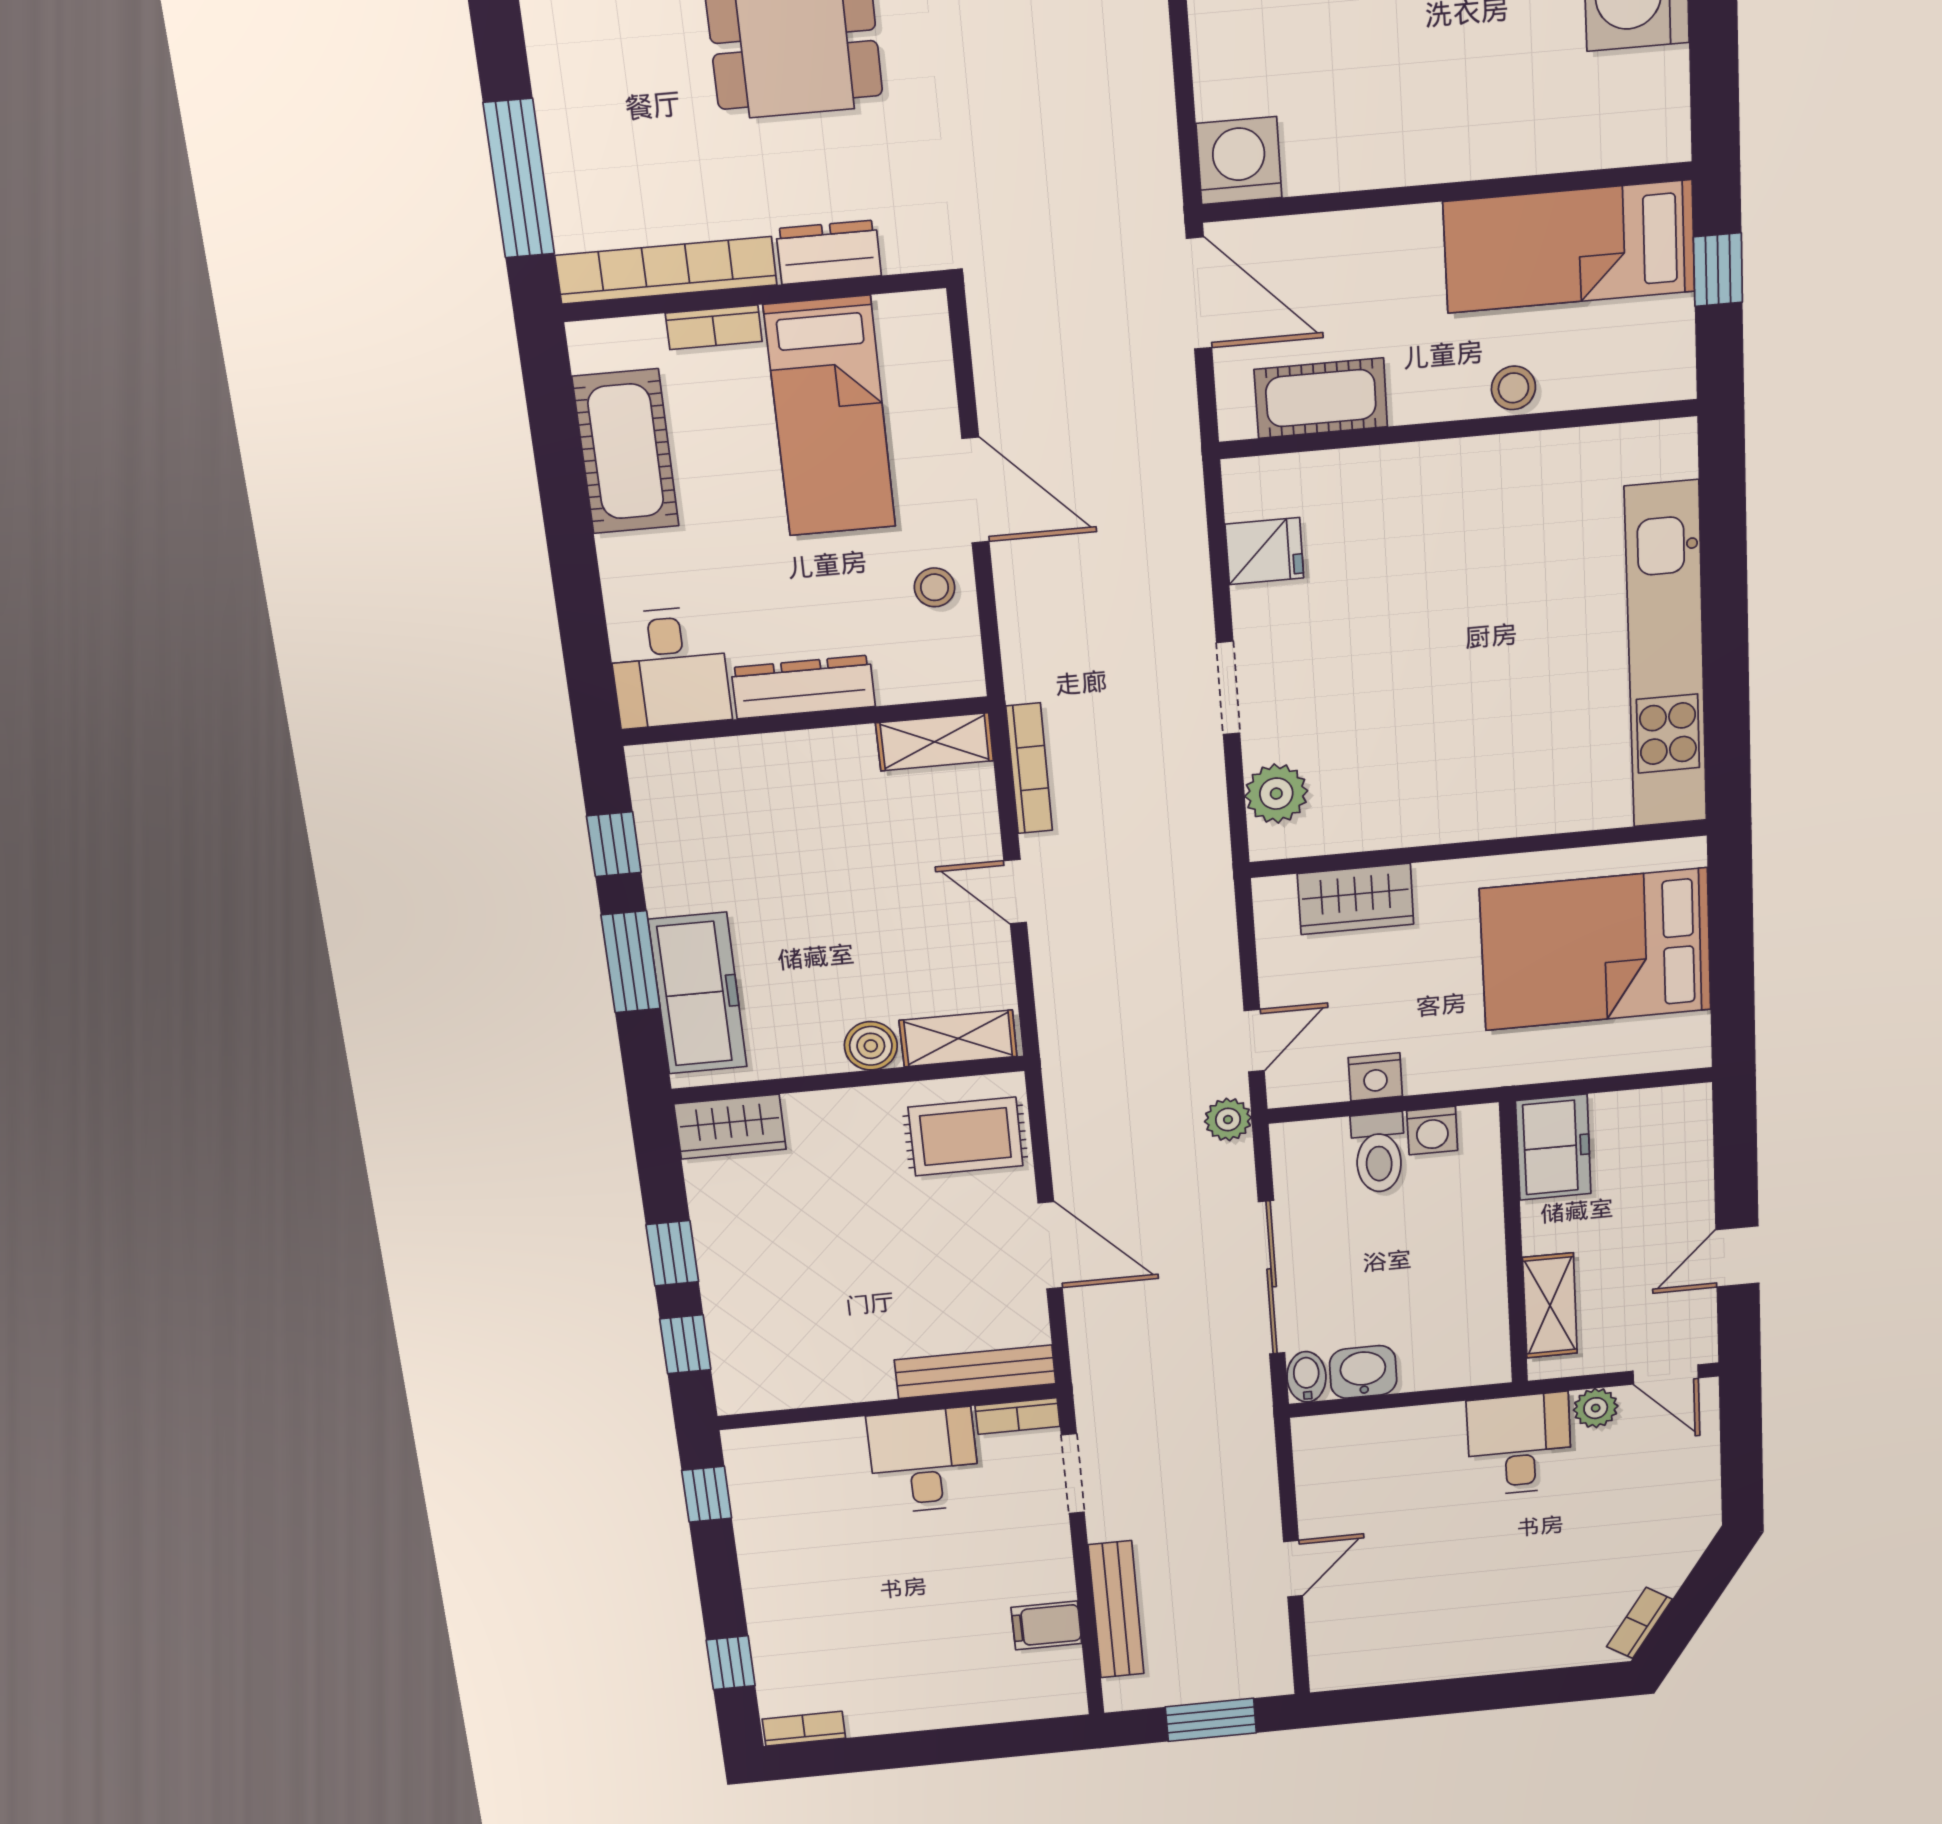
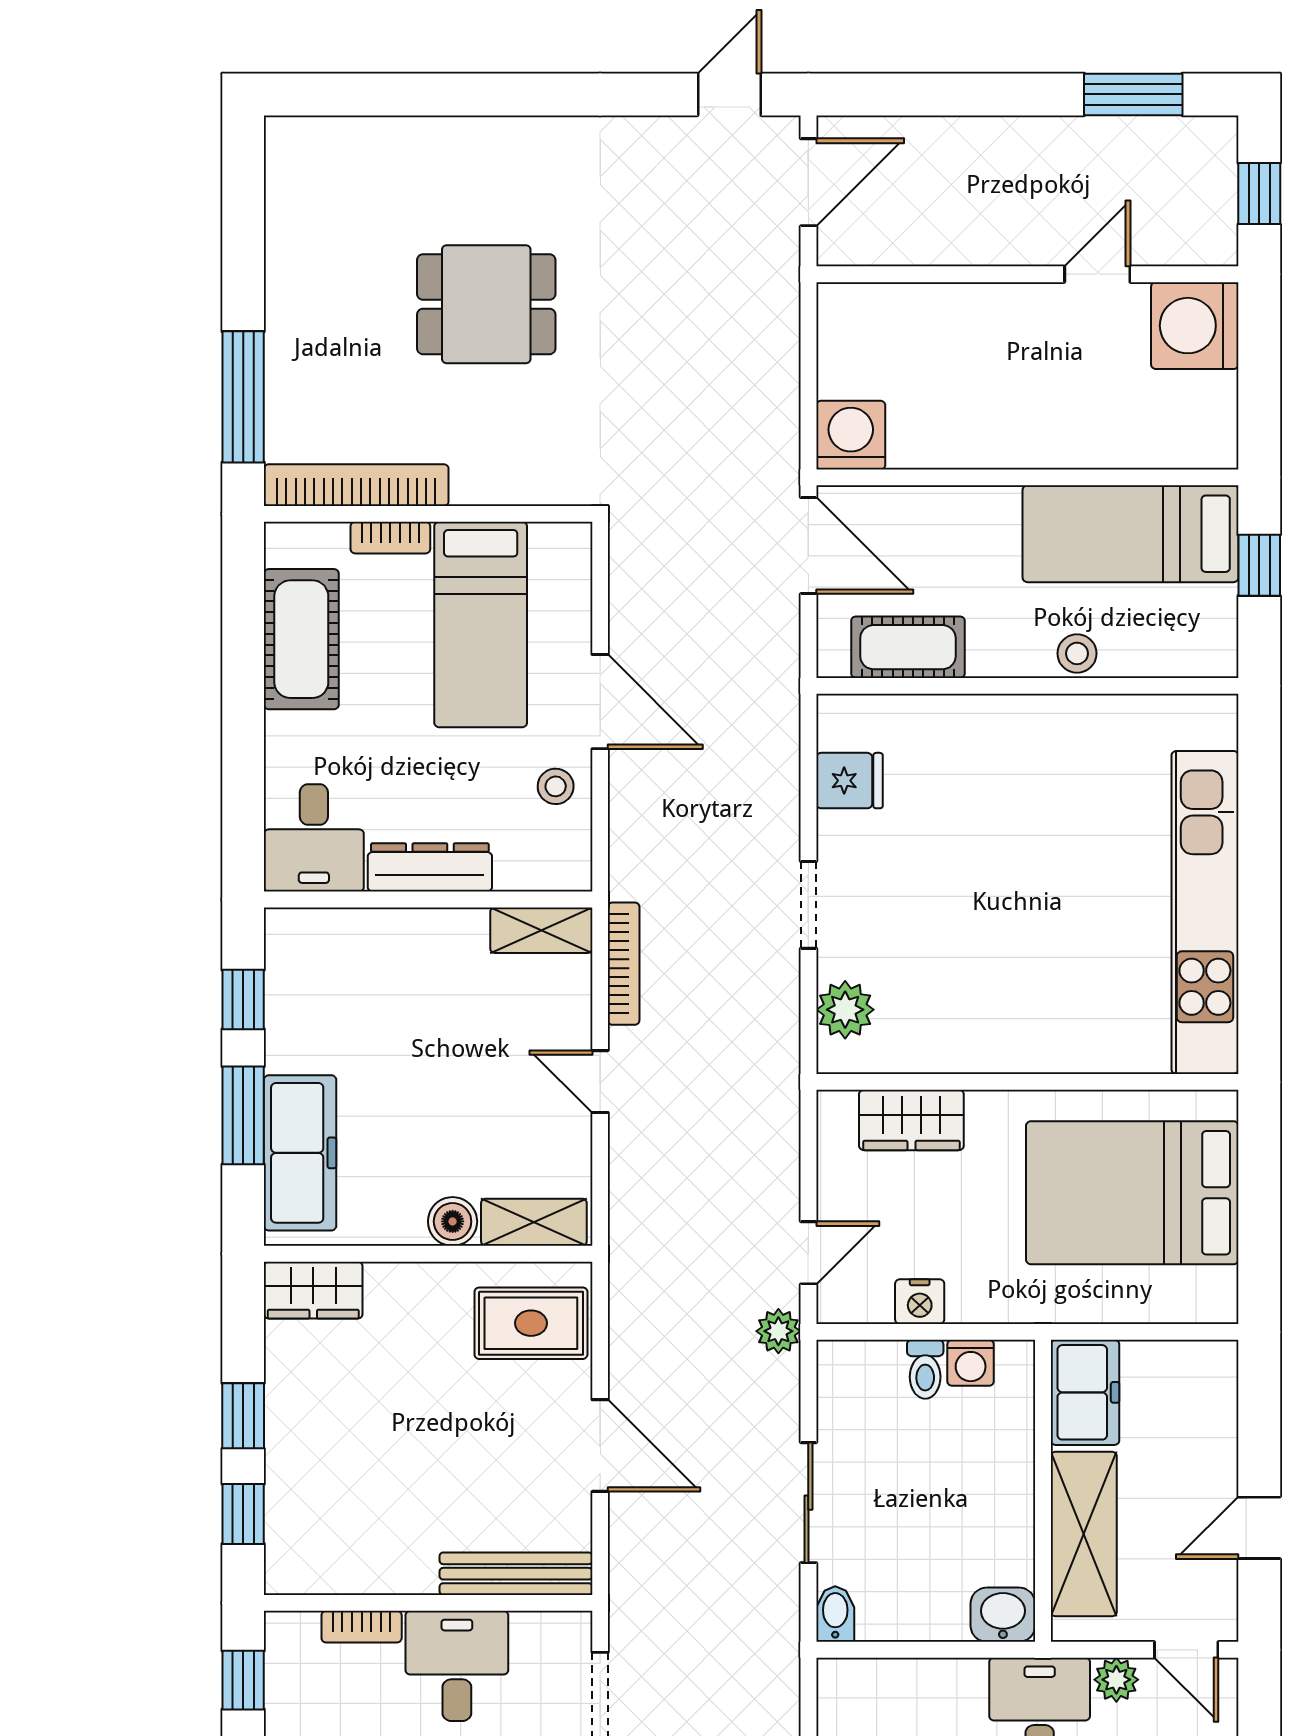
dresser: (829, 252) -> (495, 482), removed
toilet: (1379, 1153) -> (925, 1369), width x0.73, depth x0.72
sliding door: (1272, 1278) -> (808, 1503), width x0.73
shelving: (1550, 1305) -> (1084, 1534), width x1.50, depth x1.33
washbasin: (1363, 1372) -> (1003, 1615), moved
bookcase: (1018, 1416) -> (362, 1627), moved

